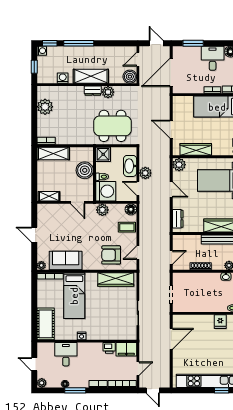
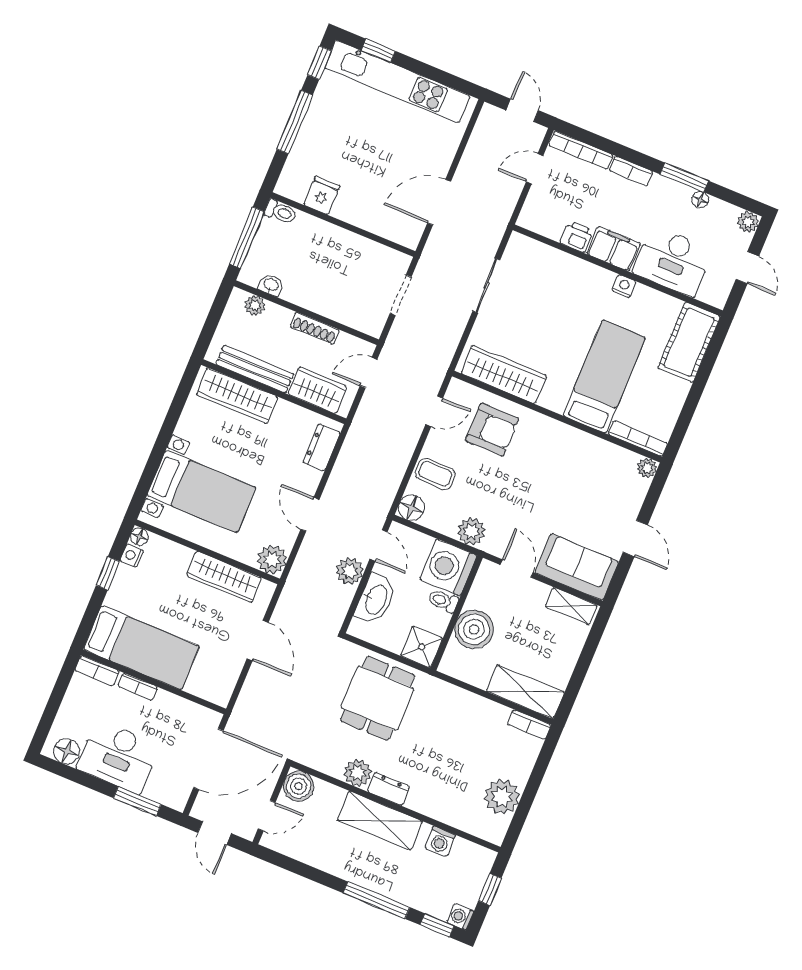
desk: (213, 58) -> (118, 757), width x1.37
dining table: (112, 126) -> (378, 698), width x0.73
wardrobe: (189, 241) -> (317, 390), added
sofa: (66, 260) -> (577, 567), moved, turned 180
filing cabinet: (126, 349) -> (614, 249), moved
desk: (66, 354) -> (673, 261), width x1.37

